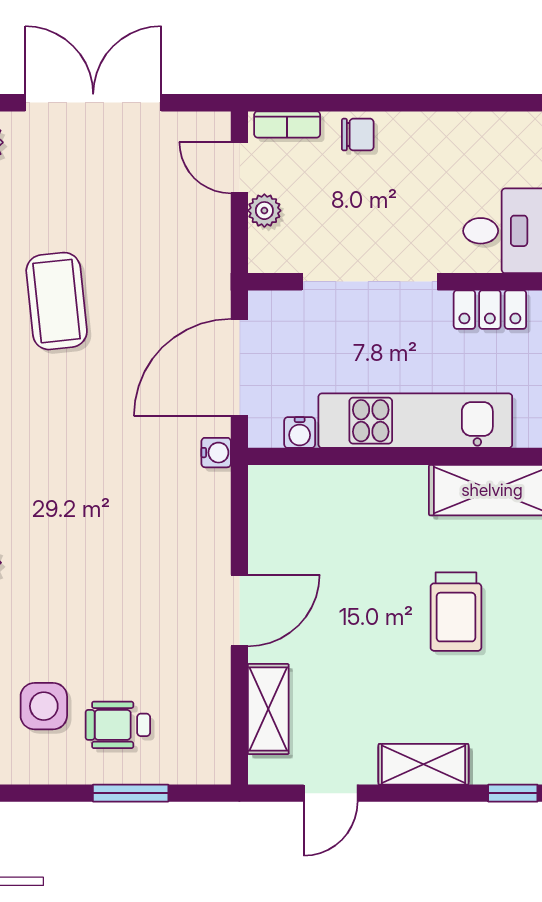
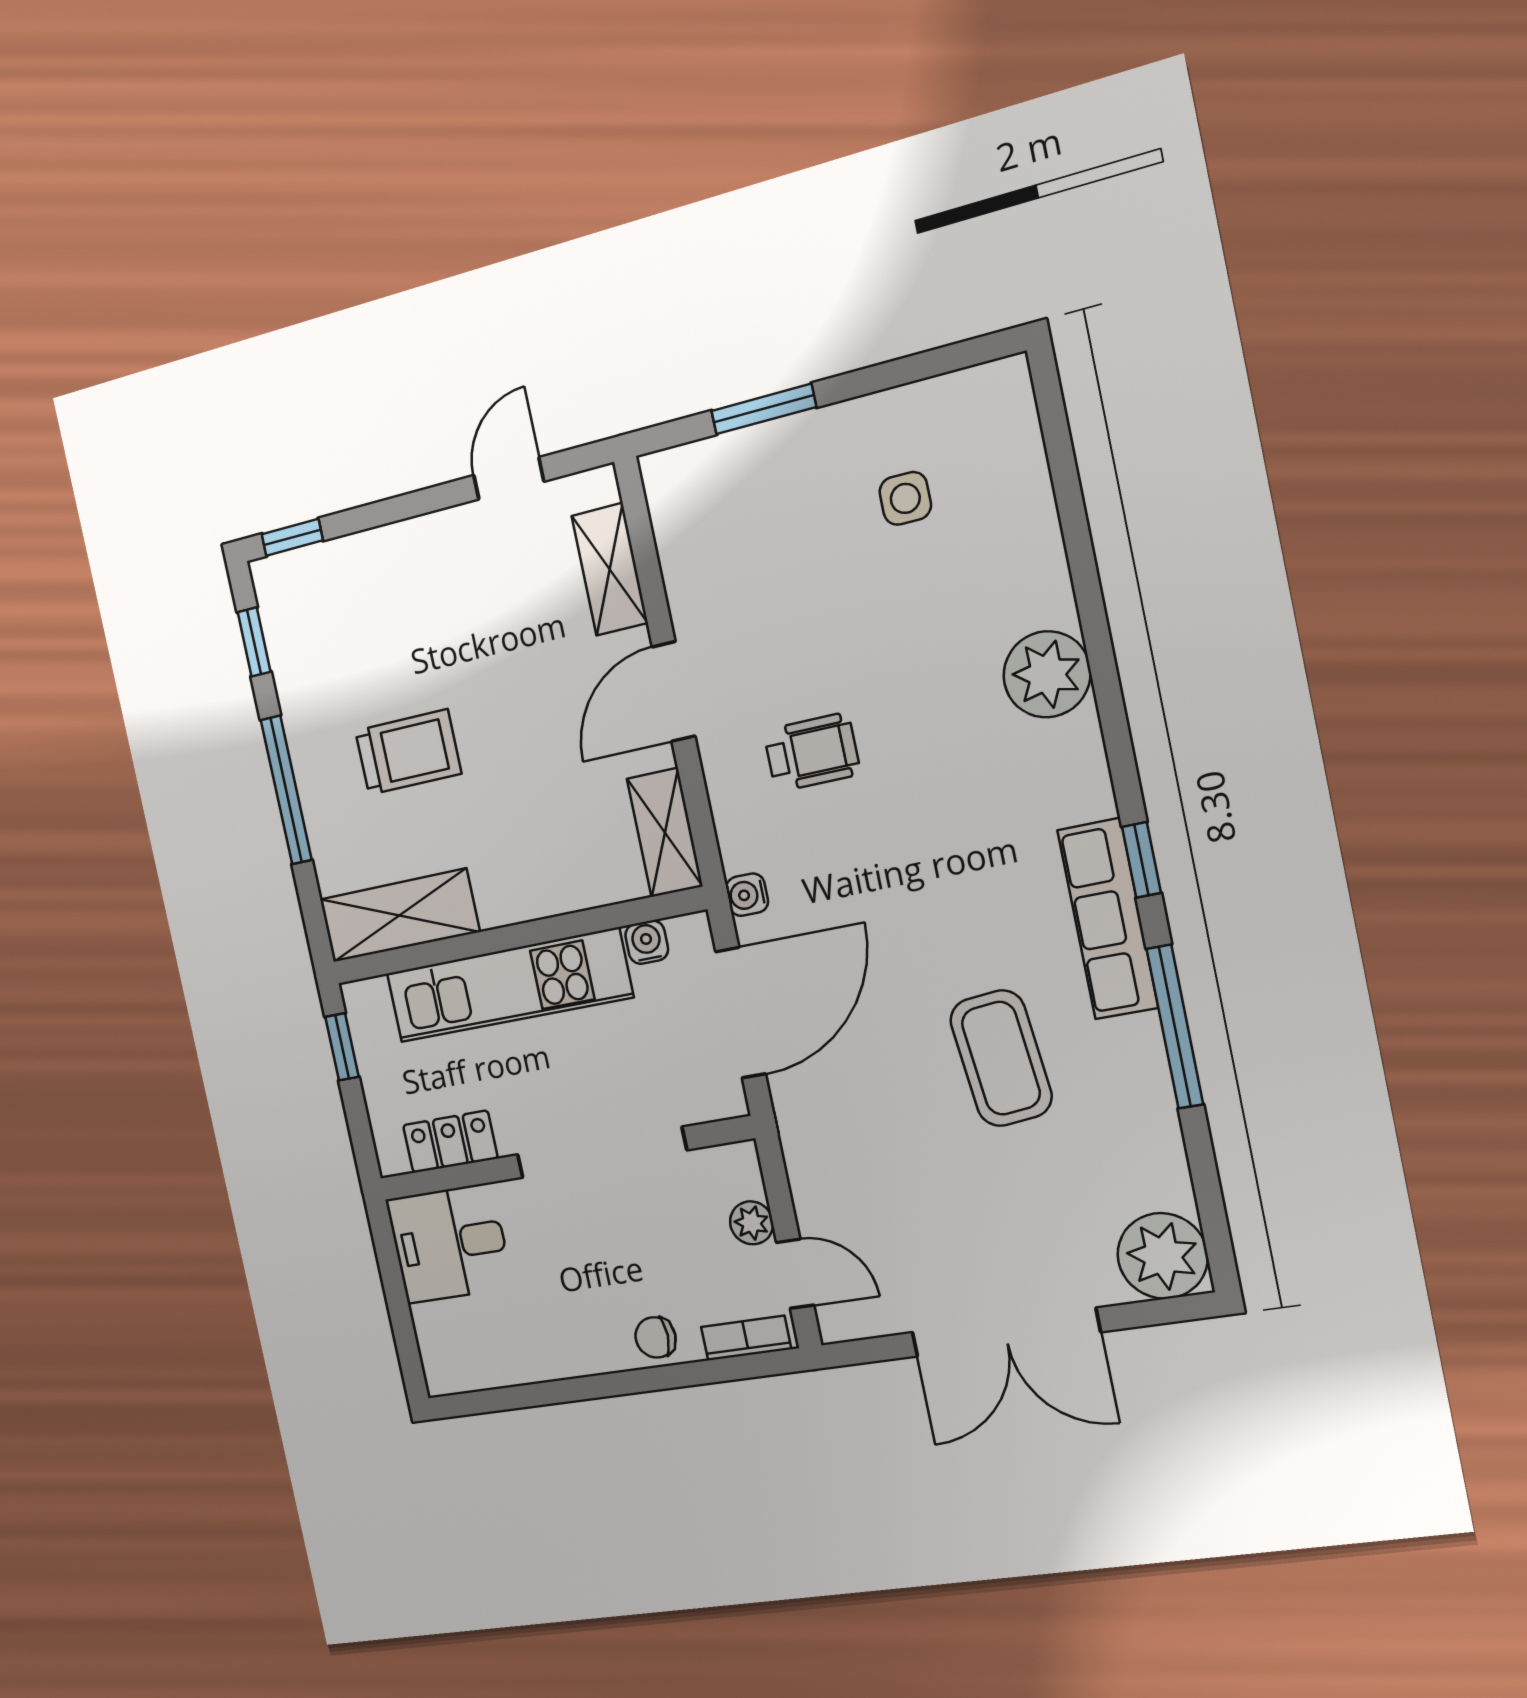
trolley: (456, 612) -> (408, 752), turned 90
side table: (44, 706) -> (905, 498), width x0.73, depth x0.73
wheelchair: (118, 725) -> (812, 752), moved
shelving: (423, 764) -> (665, 832), moved, turned 90

